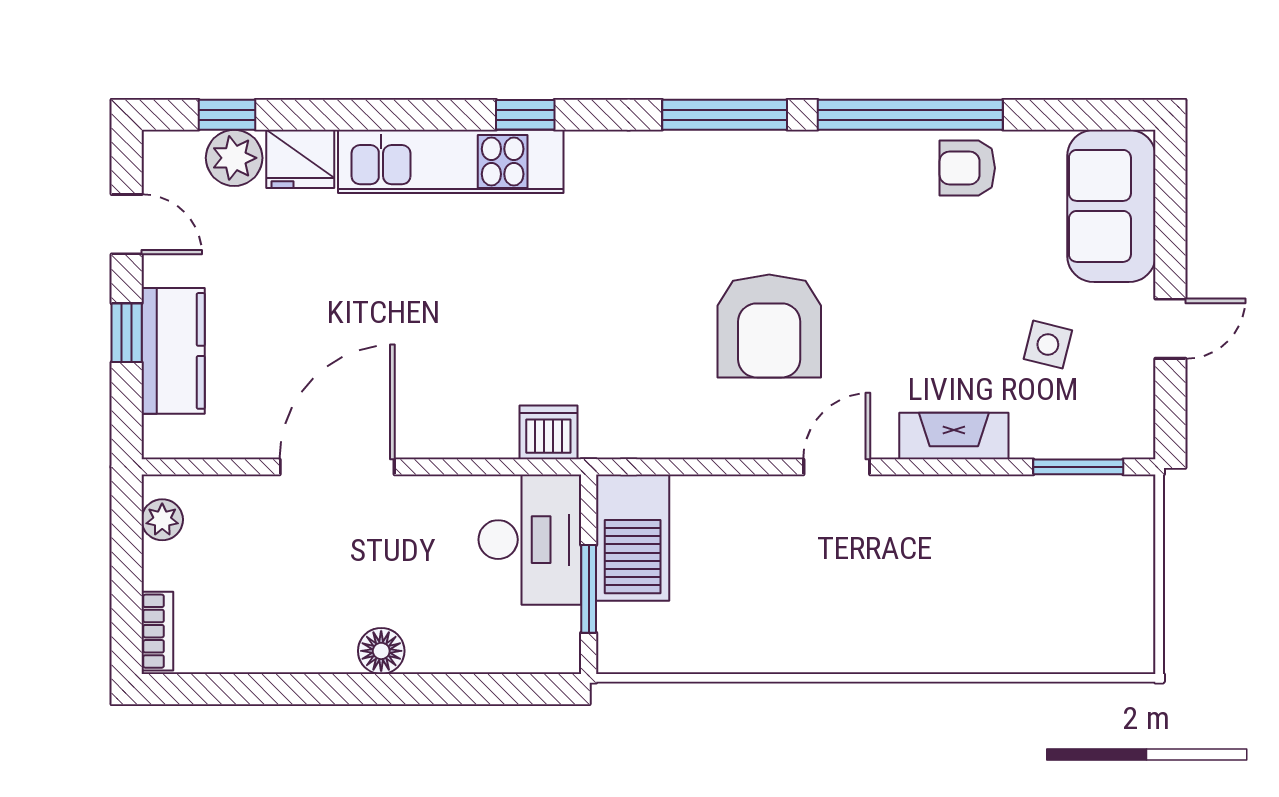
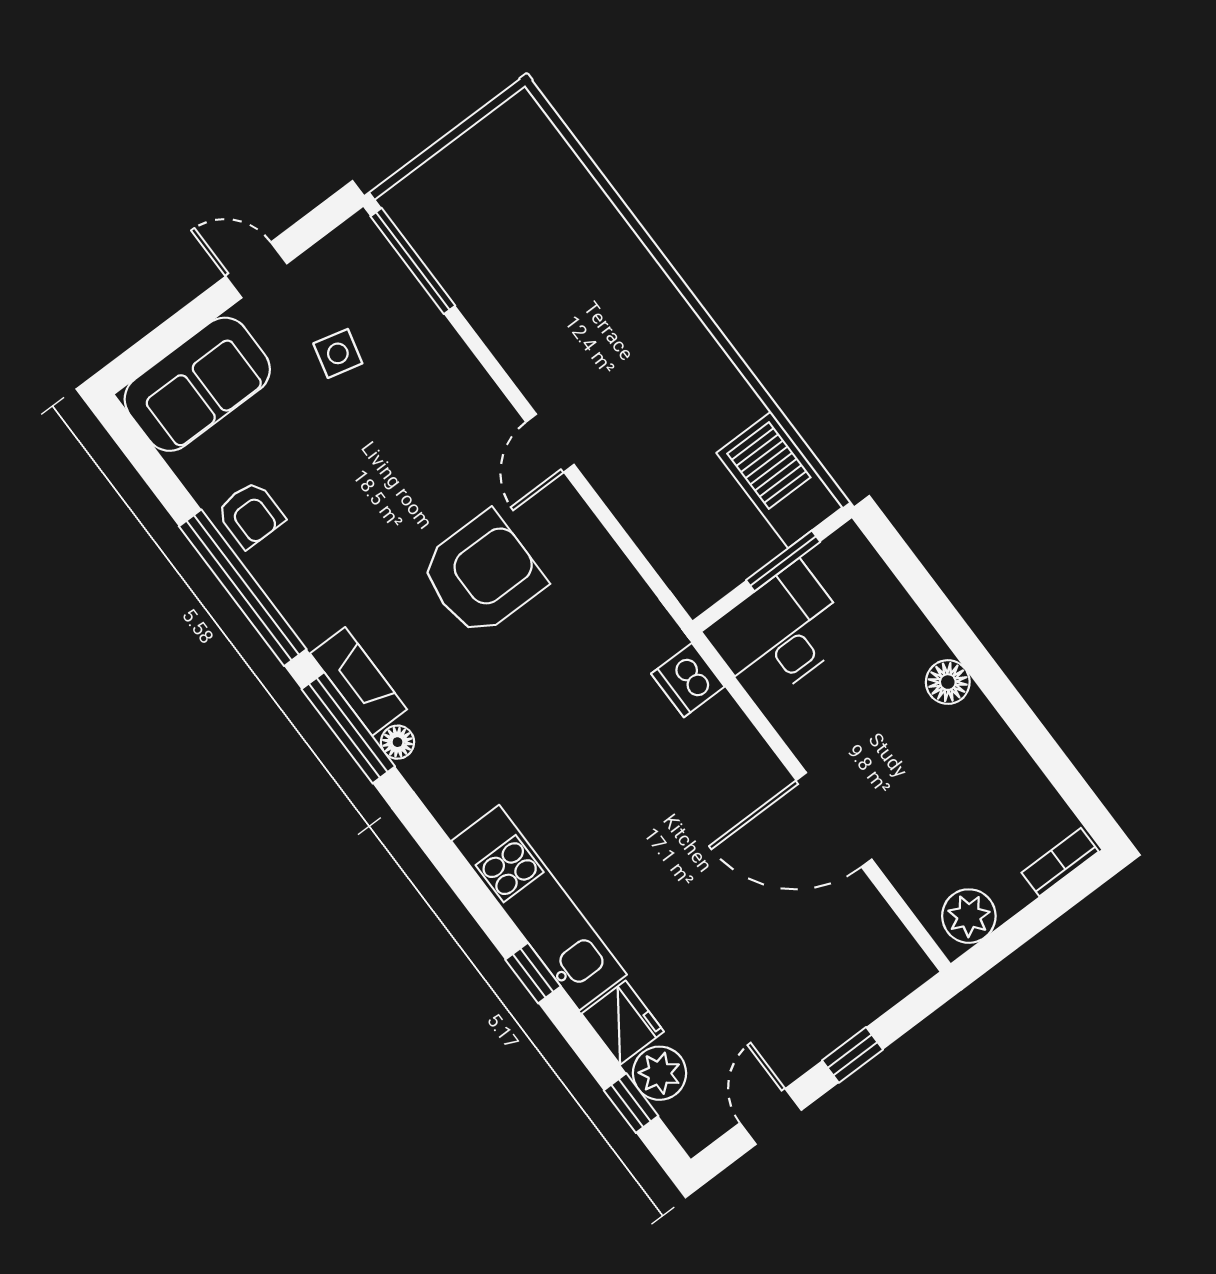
window: (525, 115) -> (533, 973), moved
floor lamp: (681, 147) -> (397, 742), added
kitchen counter: (173, 351) -> (840, 1010), removed
fireplace: (954, 436) -> (359, 681), moved, turned 180
door: (837, 467) -> (550, 443), hinge flipped
window: (1078, 467) -> (413, 261), width x1.44
plant: (162, 520) -> (969, 916), width x1.38, depth x1.38
barbecue: (633, 538) -> (780, 480), moved, turned -90

